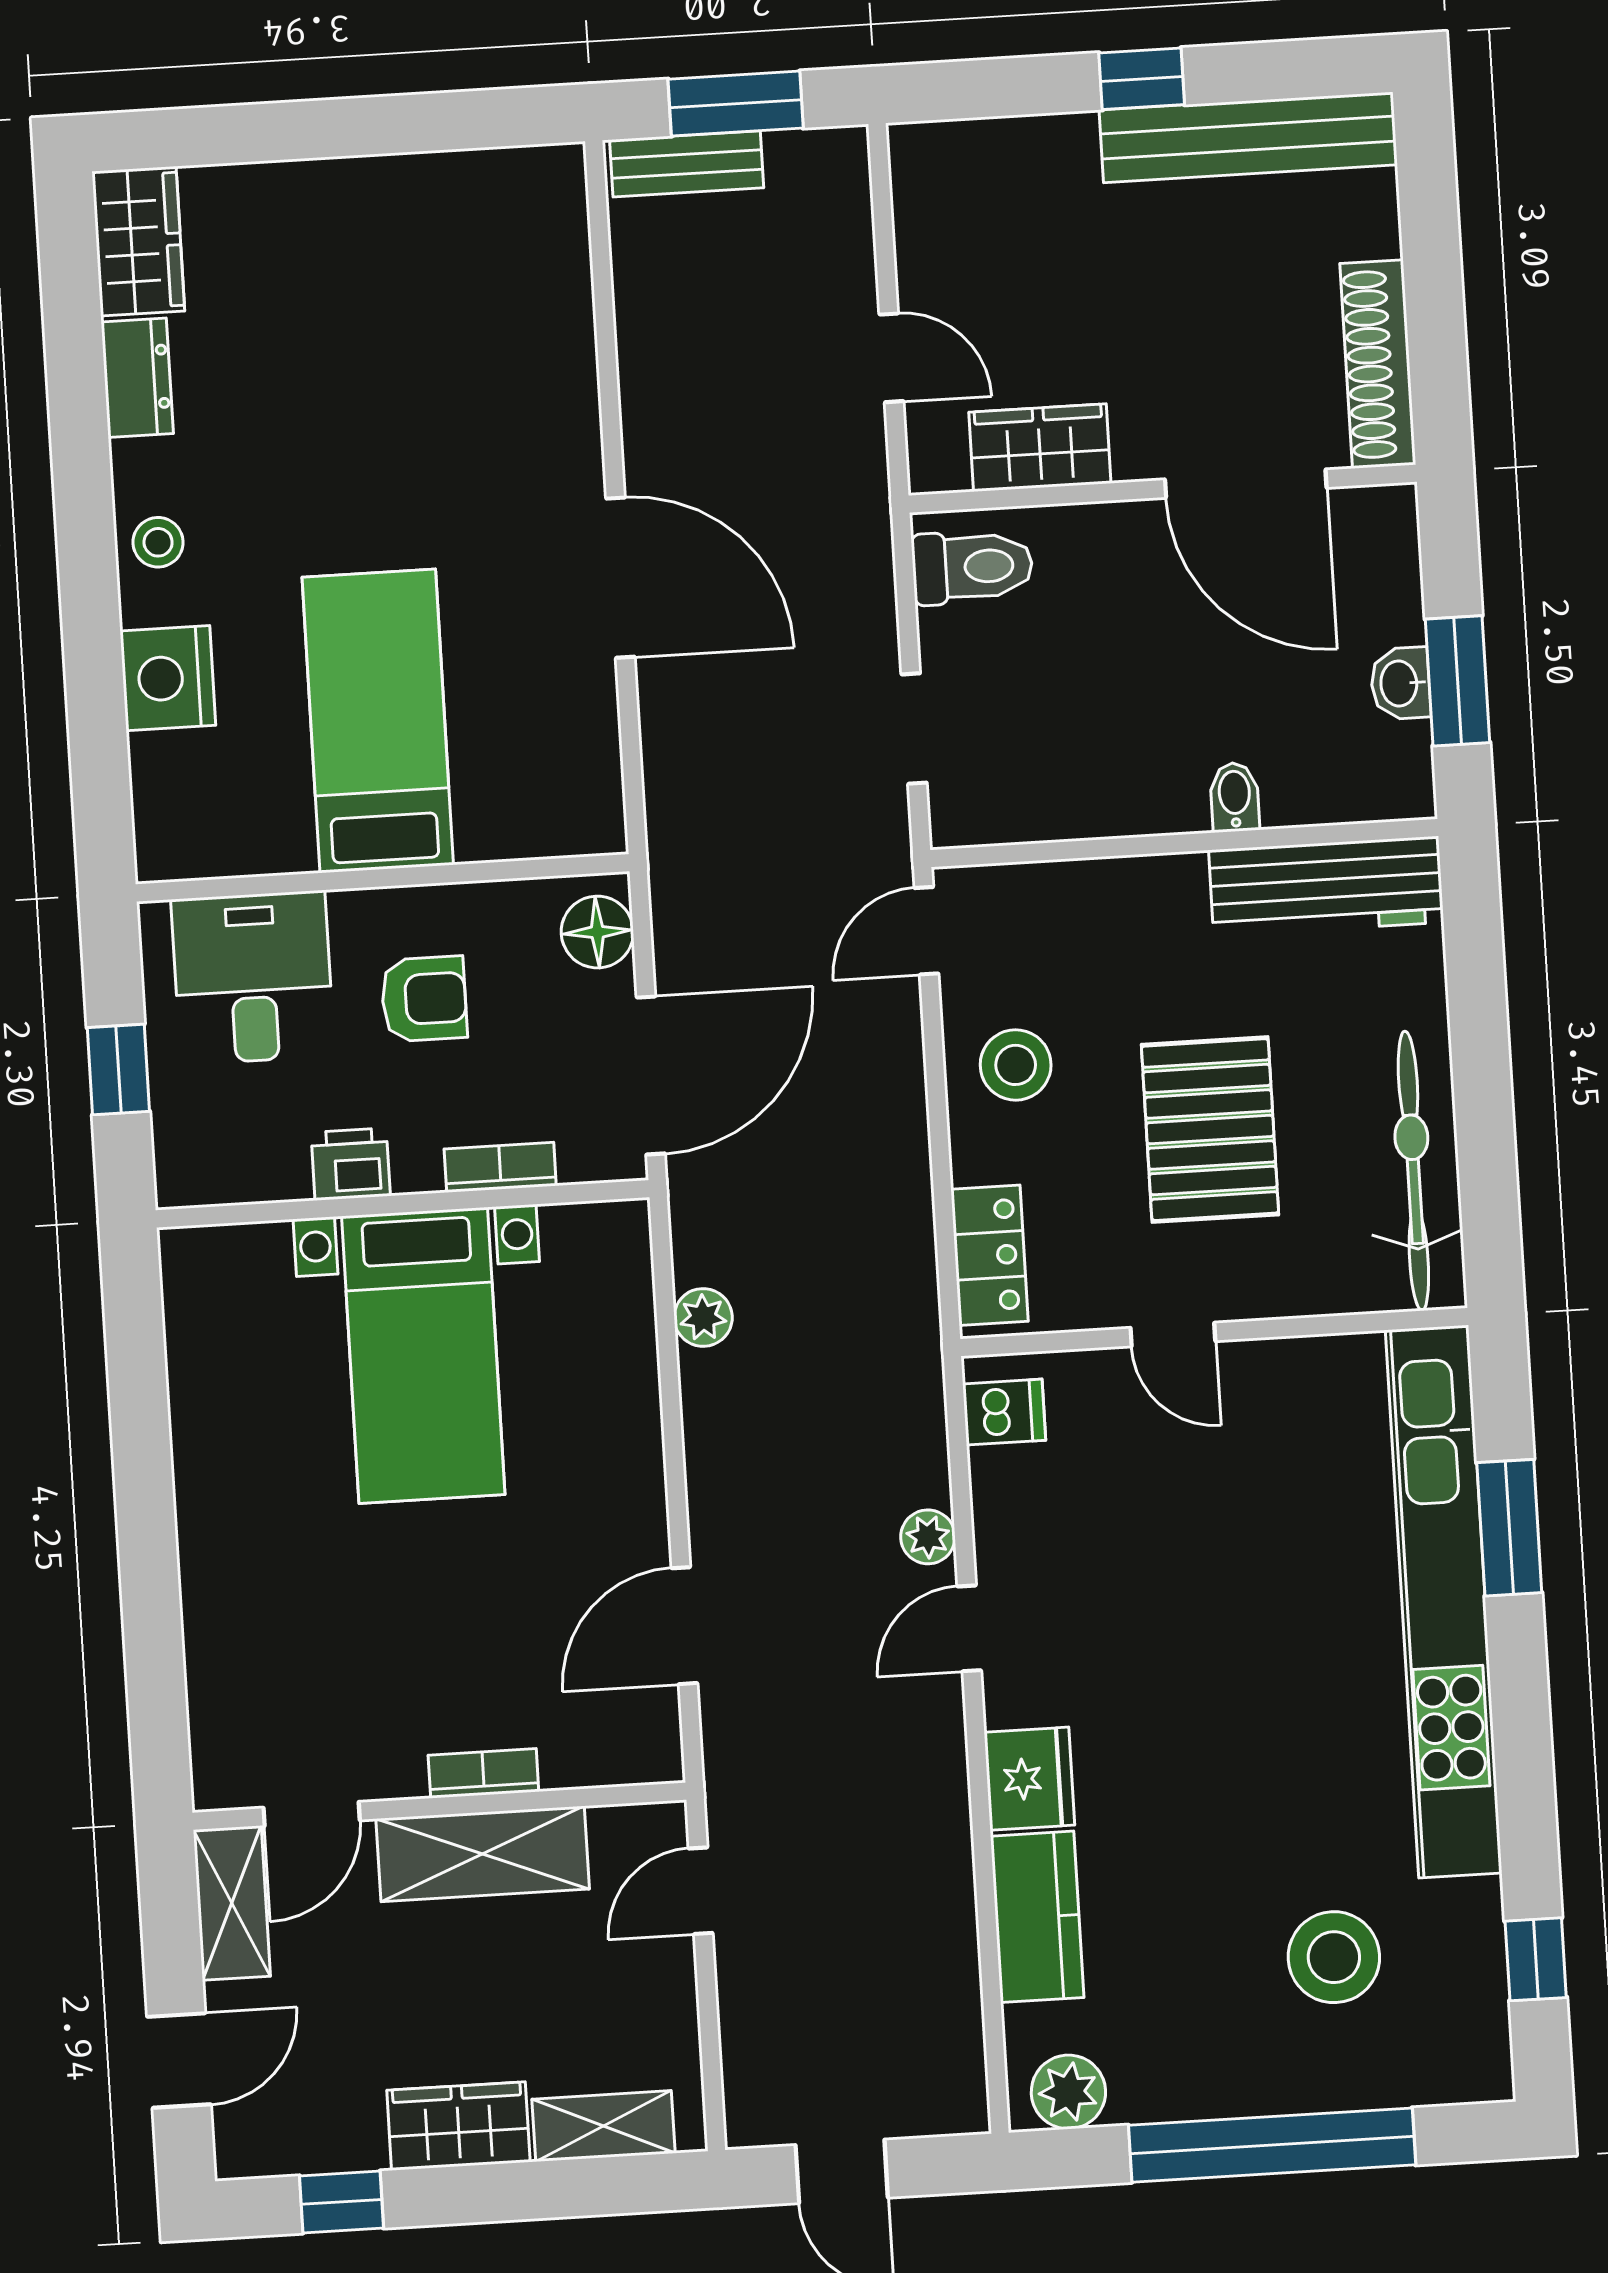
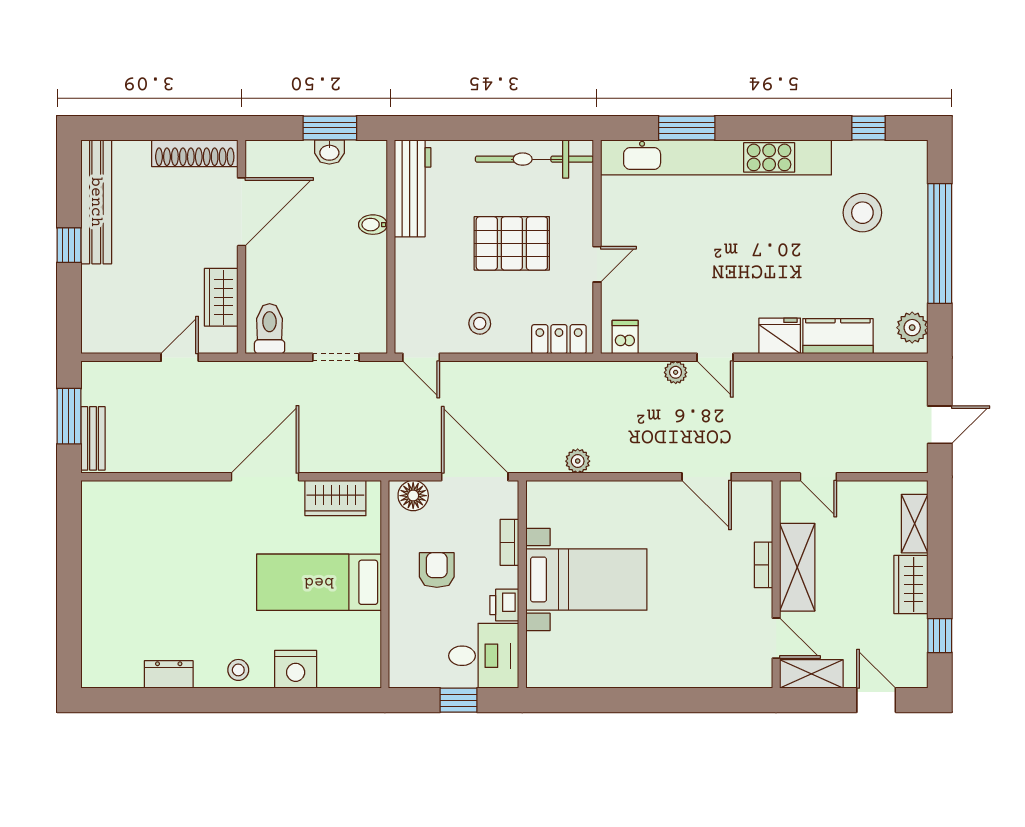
wardrobe: (138, 241) -> (335, 498), moved, turned 180
desk: (253, 978) -> (484, 656), moved, turned 180
stool: (1016, 1065) -> (480, 323), width x0.73, depth x0.73

